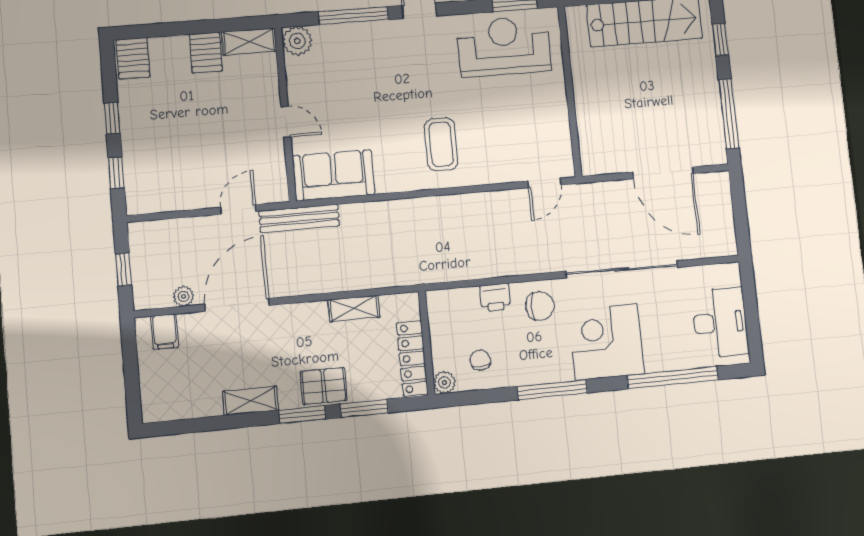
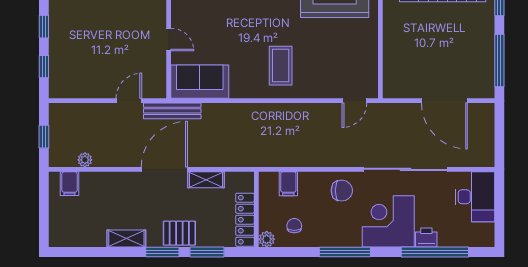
printer: (495, 297) -> (426, 238), moved, turned 180
filing cabinet: (467, 303) -> (288, 184), added
door: (237, 305) -> (164, 169), moved
desk: (720, 323) -> (475, 197), moved

